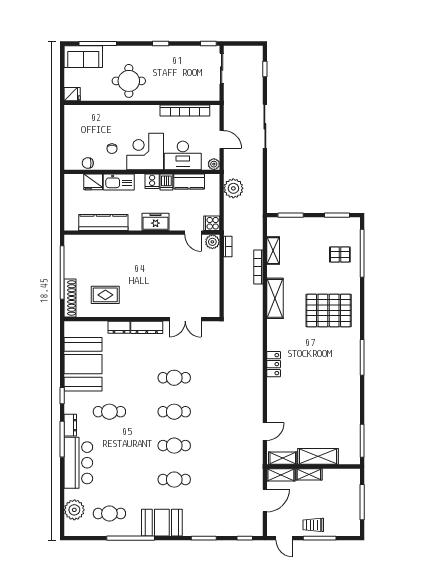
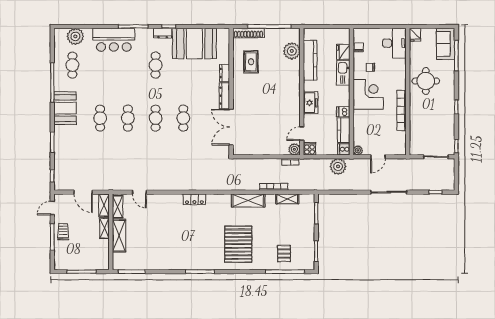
bookcase: (185, 111) -> (402, 110), moved
desk: (183, 155) -> (394, 43), moved, turned 180
cooker: (152, 181) -> (344, 149), moved
plant: (92, 245) -> (292, 51), added
double door: (185, 319) -> (231, 127), width x1.37
dresser: (70, 425) -> (163, 33), moved

